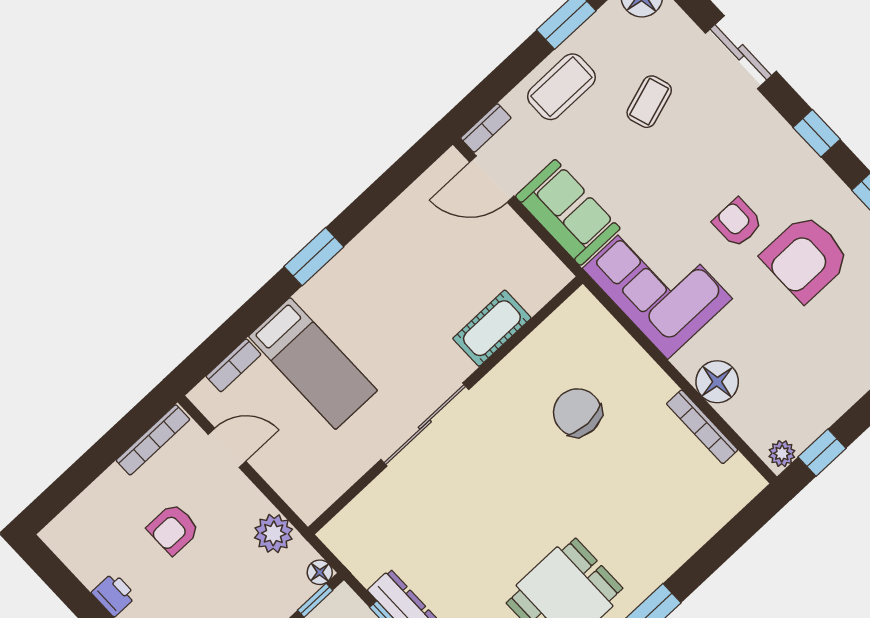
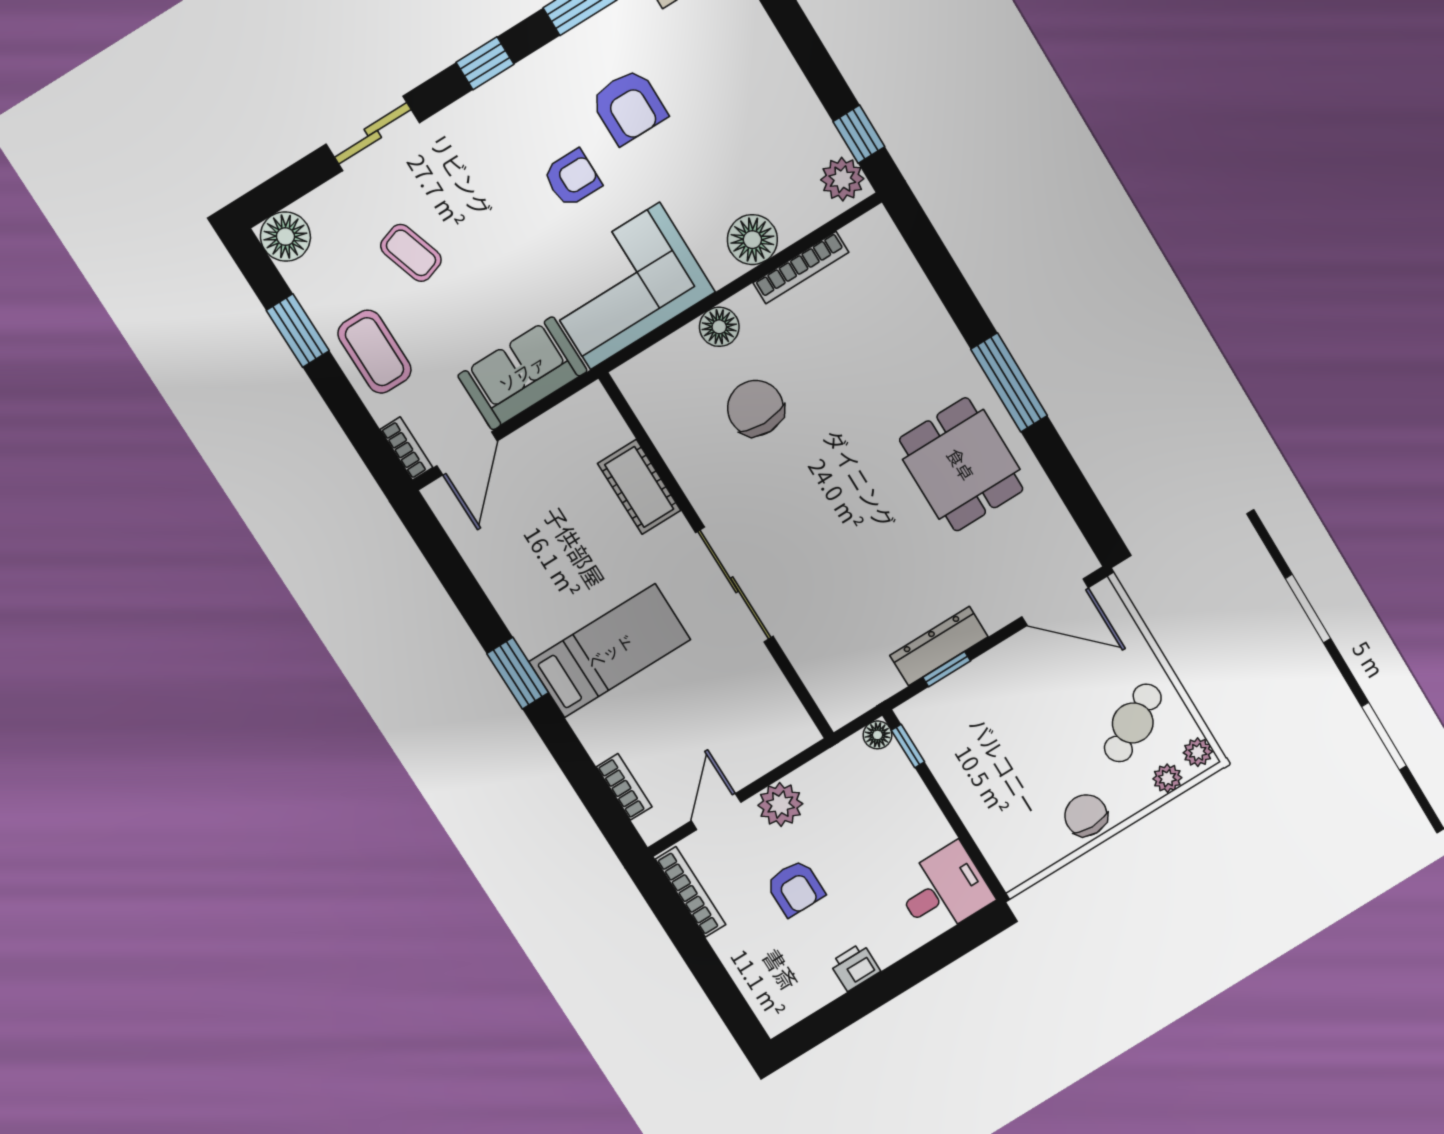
armchair: (737, 223) -> (572, 178), turned 180
armchair: (806, 258) -> (629, 106), width x0.73, depth x0.73
bed: (313, 363) -> (610, 651), moved
floor lamp: (639, 369) -> (719, 327), added
chair: (577, 412) -> (756, 408), turned 90
plant: (782, 454) -> (842, 179), width x1.38, depth x1.38
plant: (274, 533) -> (780, 805), moved

